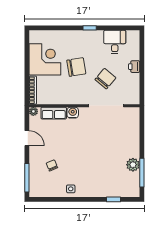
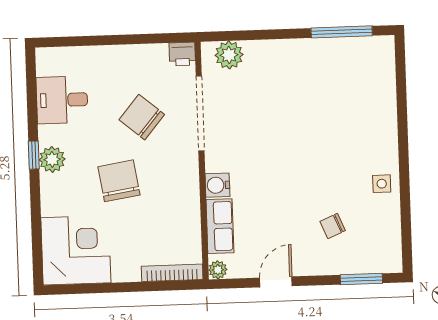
plant: (87, 36) -> (52, 159), added
corner desk: (45, 59) -> (76, 250), moved, turned 90
printer: (134, 67) -> (182, 54), moved
plant: (133, 165) -> (229, 55), moved
window: (27, 178) -> (361, 279), width x0.69
window: (114, 199) -> (401, 91), removed

